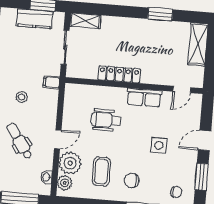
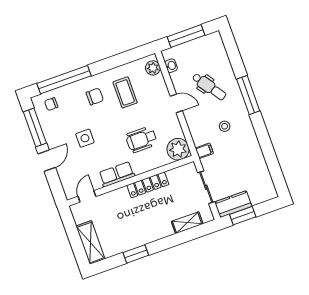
kitchen counter: (35, 19) -> (233, 204), moved
shelving: (85, 21) -> (187, 223), moved
wheelchair: (106, 120) -> (141, 140), turned 180
door: (58, 139) -> (176, 103), swing flipped
plant: (70, 163) -> (178, 149), moved
window: (202, 177) -> (35, 128), width x1.44

